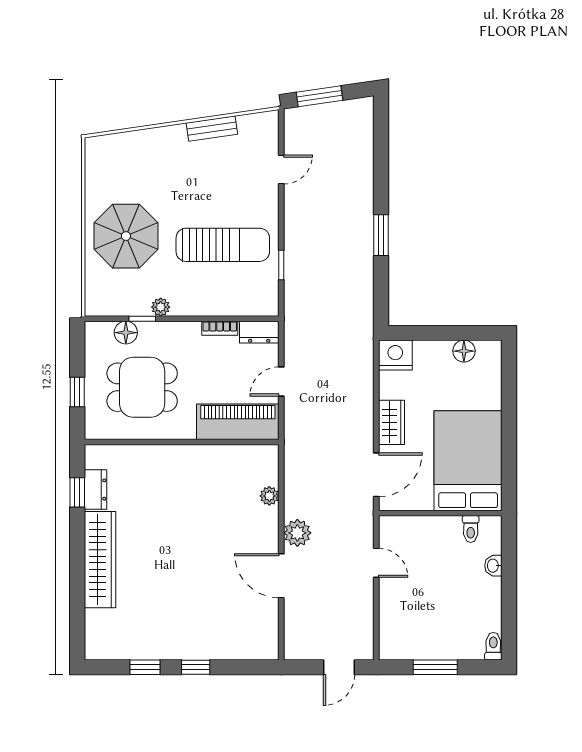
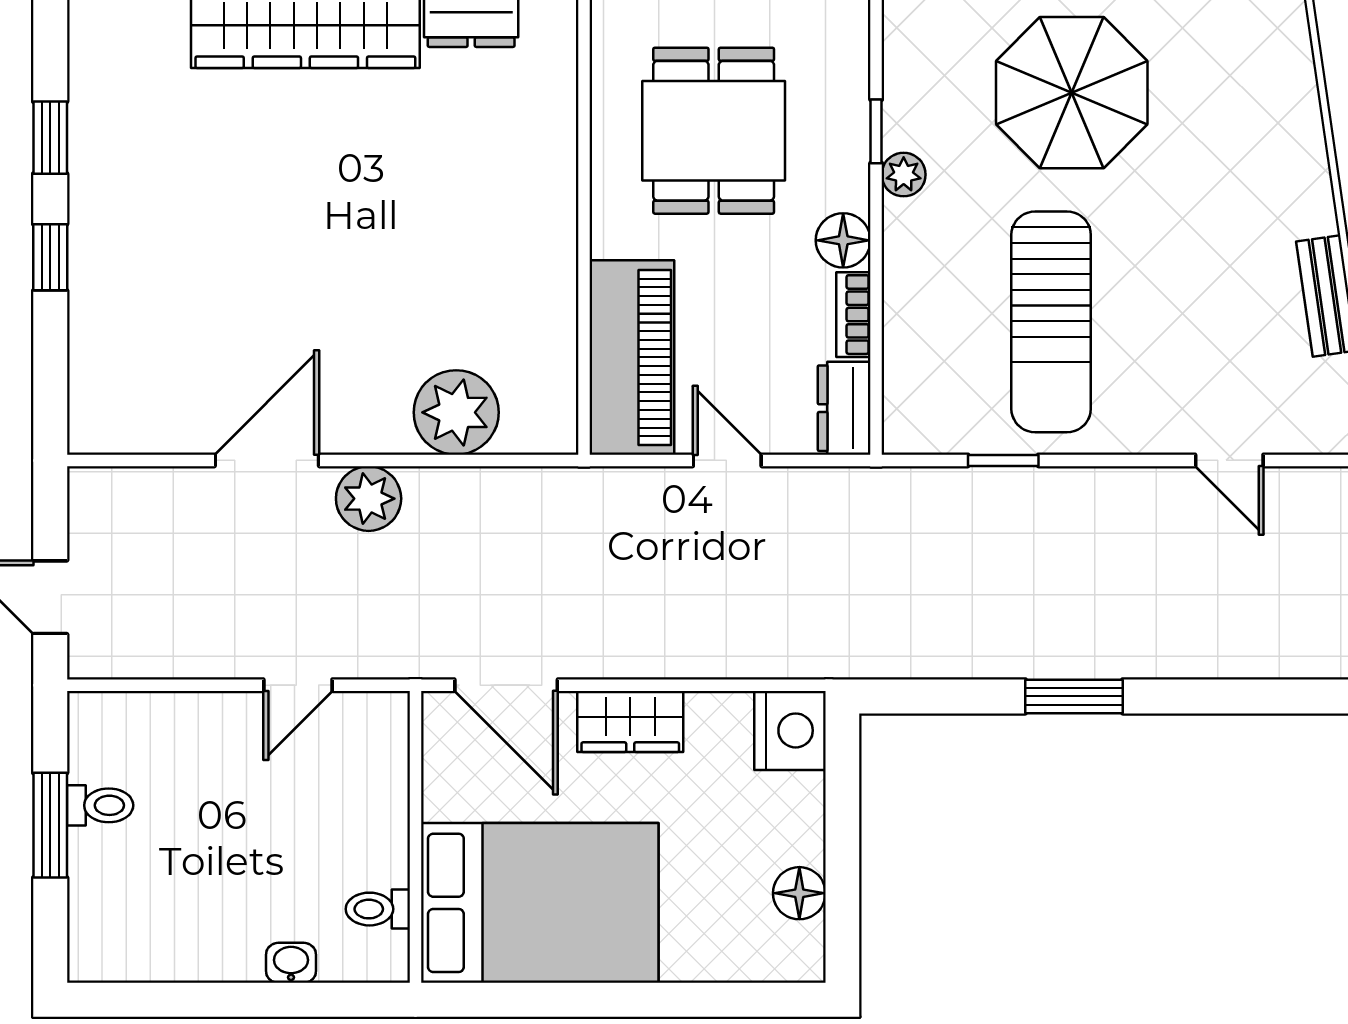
floor lamp: (126, 333) -> (843, 240), moved
plant: (269, 496) -> (456, 412), width x1.88, depth x1.88
toilet: (493, 646) -> (100, 805), moved

